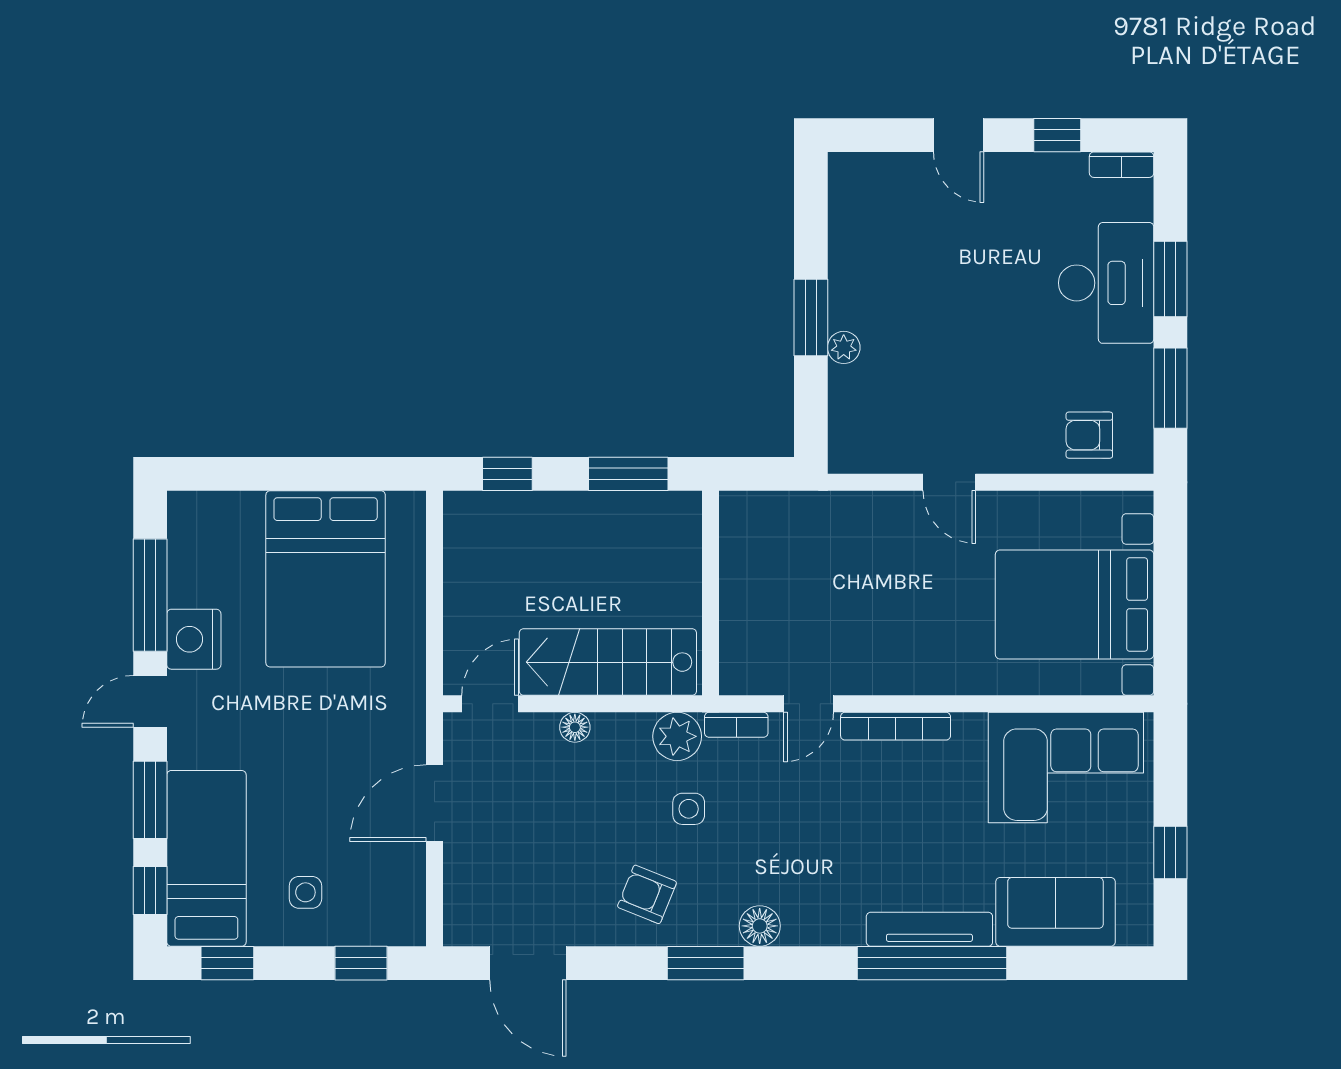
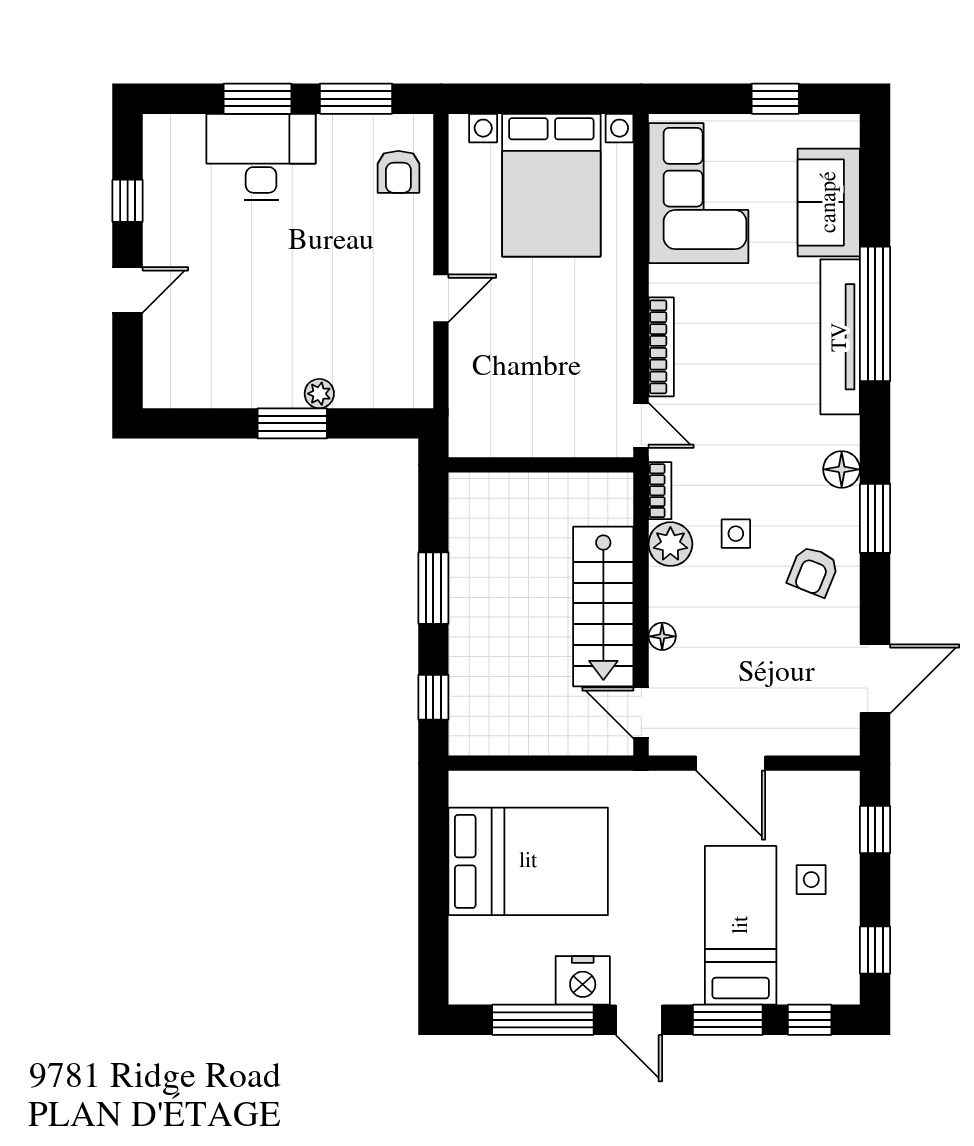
bookcase: (1122, 165) -> (154, 143), removed
wall: (710, 593) -> (541, 465), moved
bed: (206, 858) -> (741, 925), moved, turned 90
tv unit: (929, 929) -> (840, 337), width x1.36, depth x1.29

